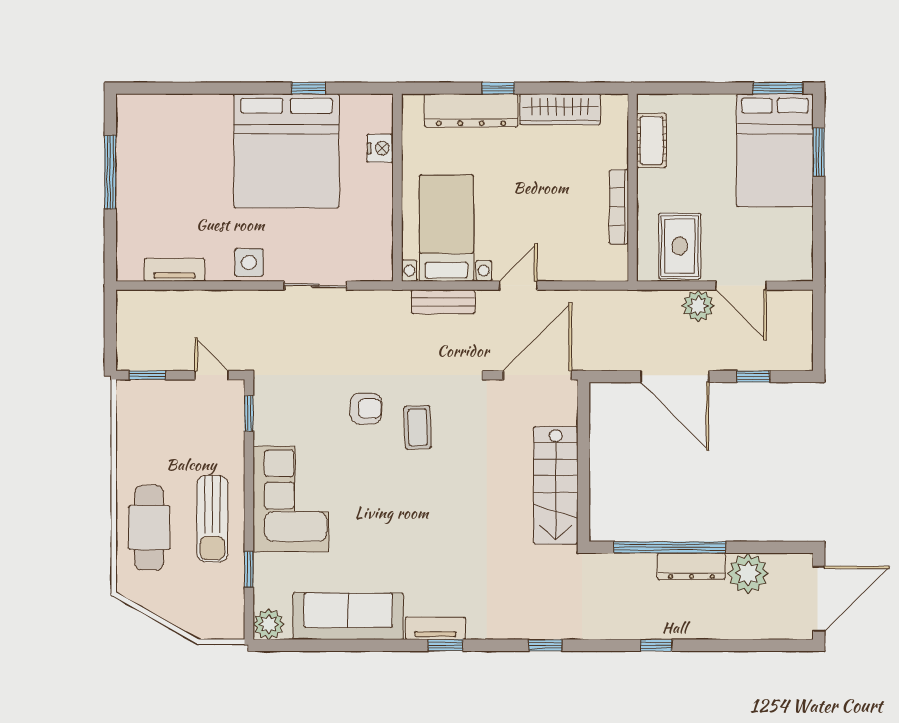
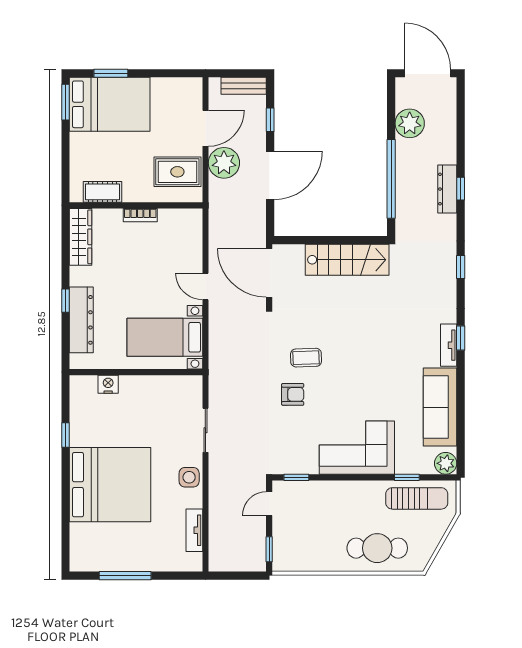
wardrobe: (560, 109) -> (80, 237), moved
bed: (286, 151) -> (110, 485), moved
bookcase: (619, 207) -> (140, 215), width x0.64
bench: (443, 302) -> (244, 86), moved, turned 90
plant: (698, 306) -> (224, 163), width x1.36, depth x1.36
armchair: (366, 409) -> (293, 394), turned 90
sun lounger: (212, 519) -> (417, 498), moved
dresser: (691, 566) -> (447, 189), moved, turned 180

